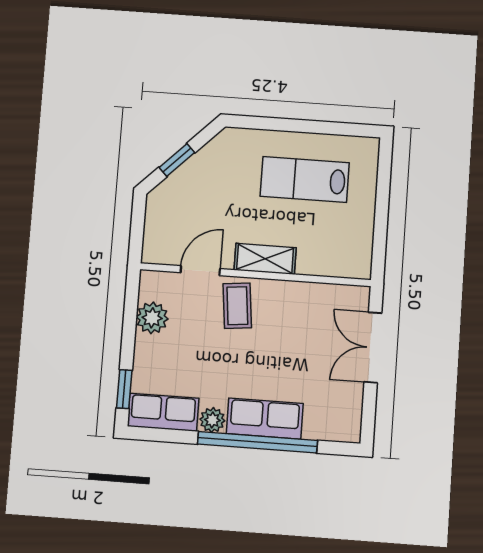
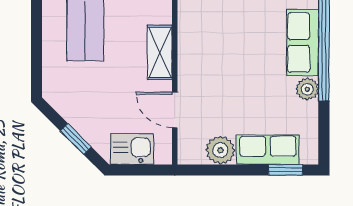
kitchen sink: (161, 221) -> (132, 149), added
coffee table: (237, 306) -> (204, 74), removed
row of seats: (163, 412) -> (268, 150), moved, turned 90

